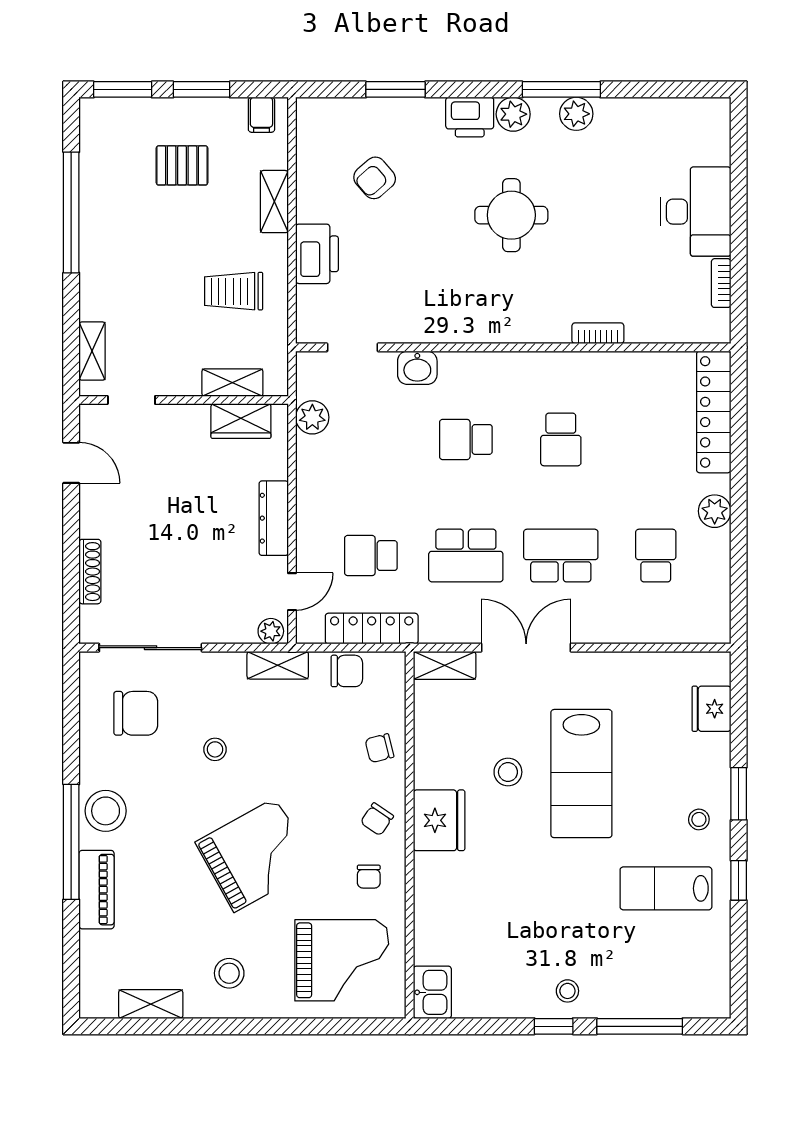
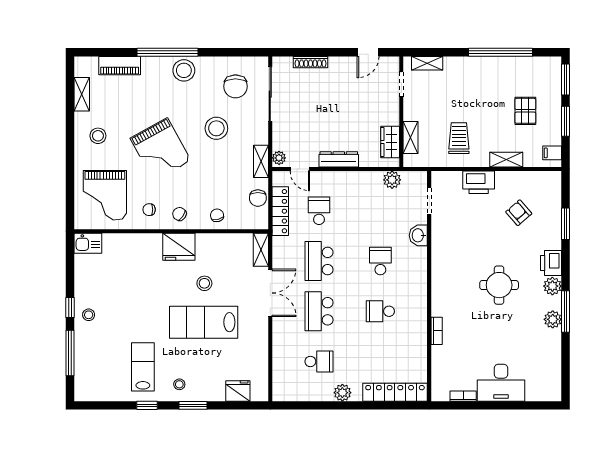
school desk: (561, 556) -> (319, 311), turned 180
stool: (215, 749) -> (216, 128), width x1.89, depth x1.89
piano: (97, 890) -> (120, 66), moved

